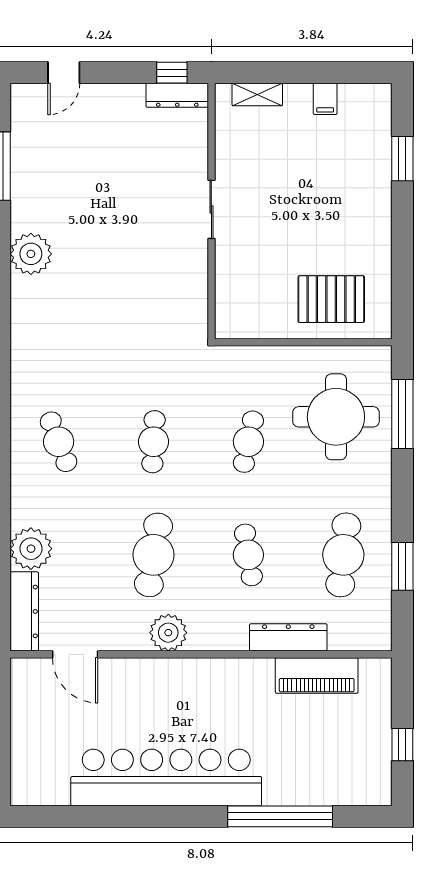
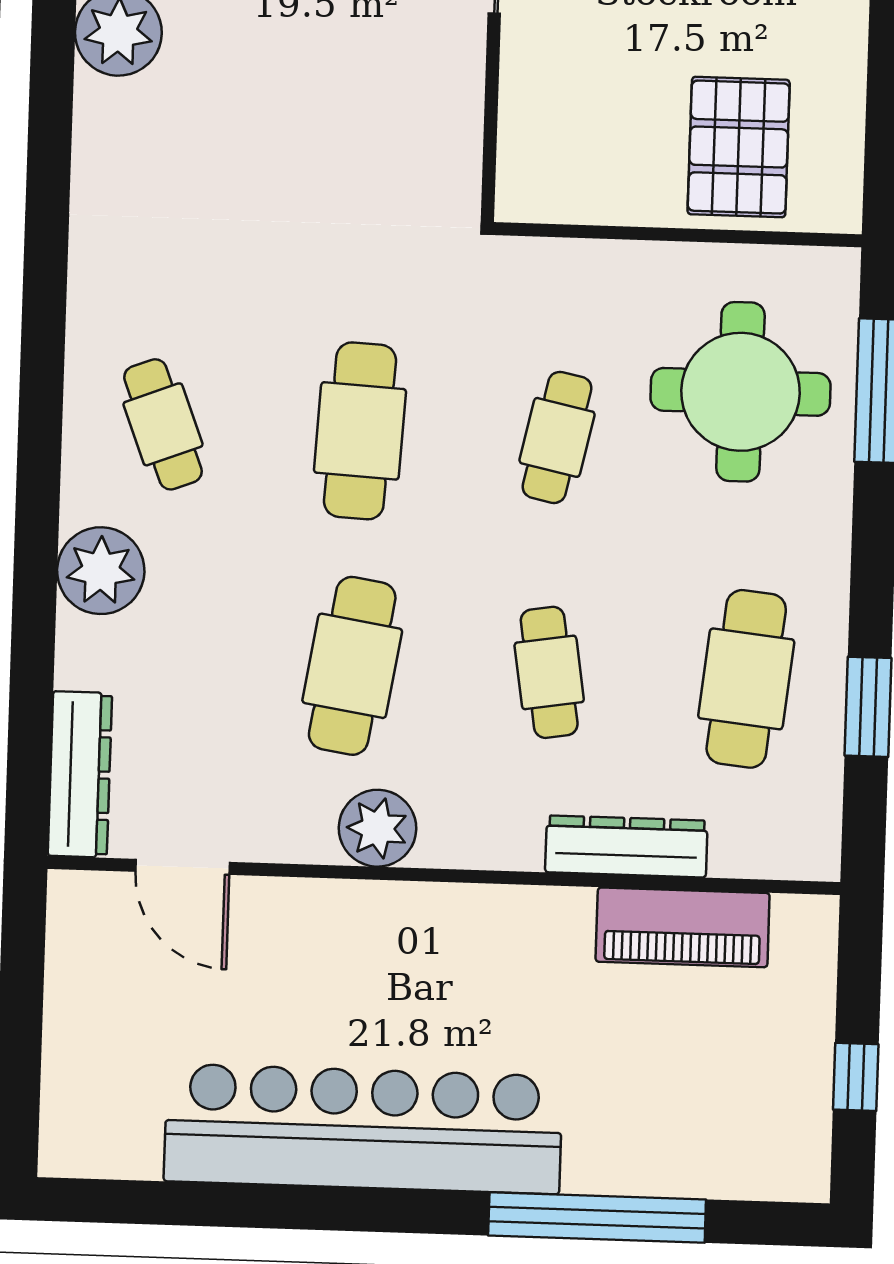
pallet: (331, 299) -> (739, 147), turned 90
cafe table: (154, 442) -> (360, 431), width x1.37, depth x1.35
plant: (31, 549) -> (101, 571), moved

